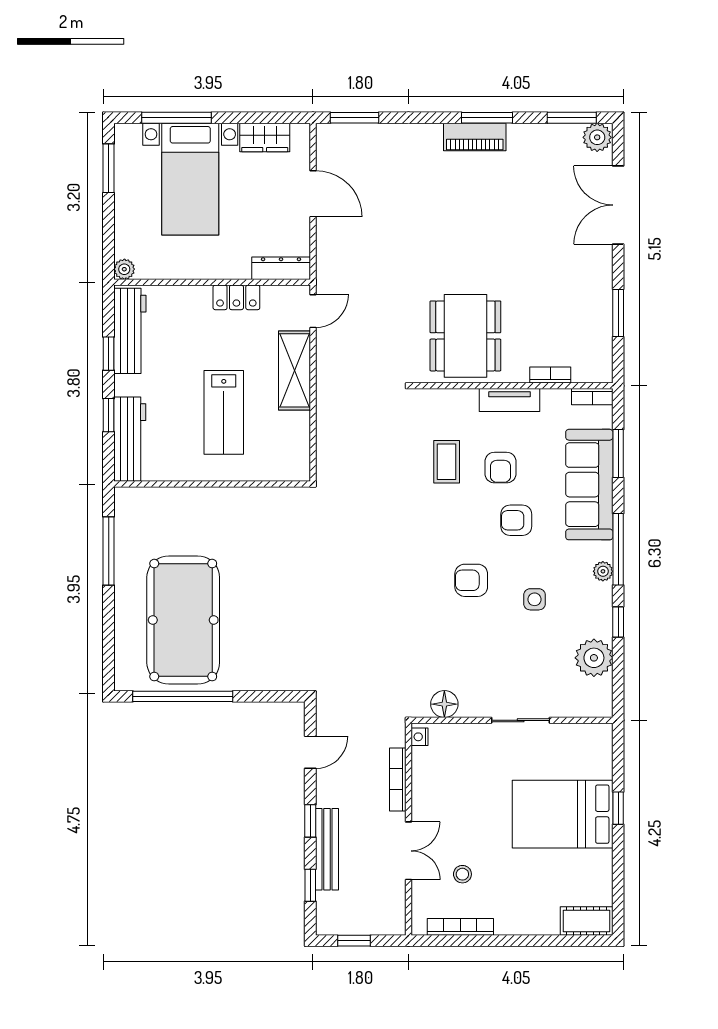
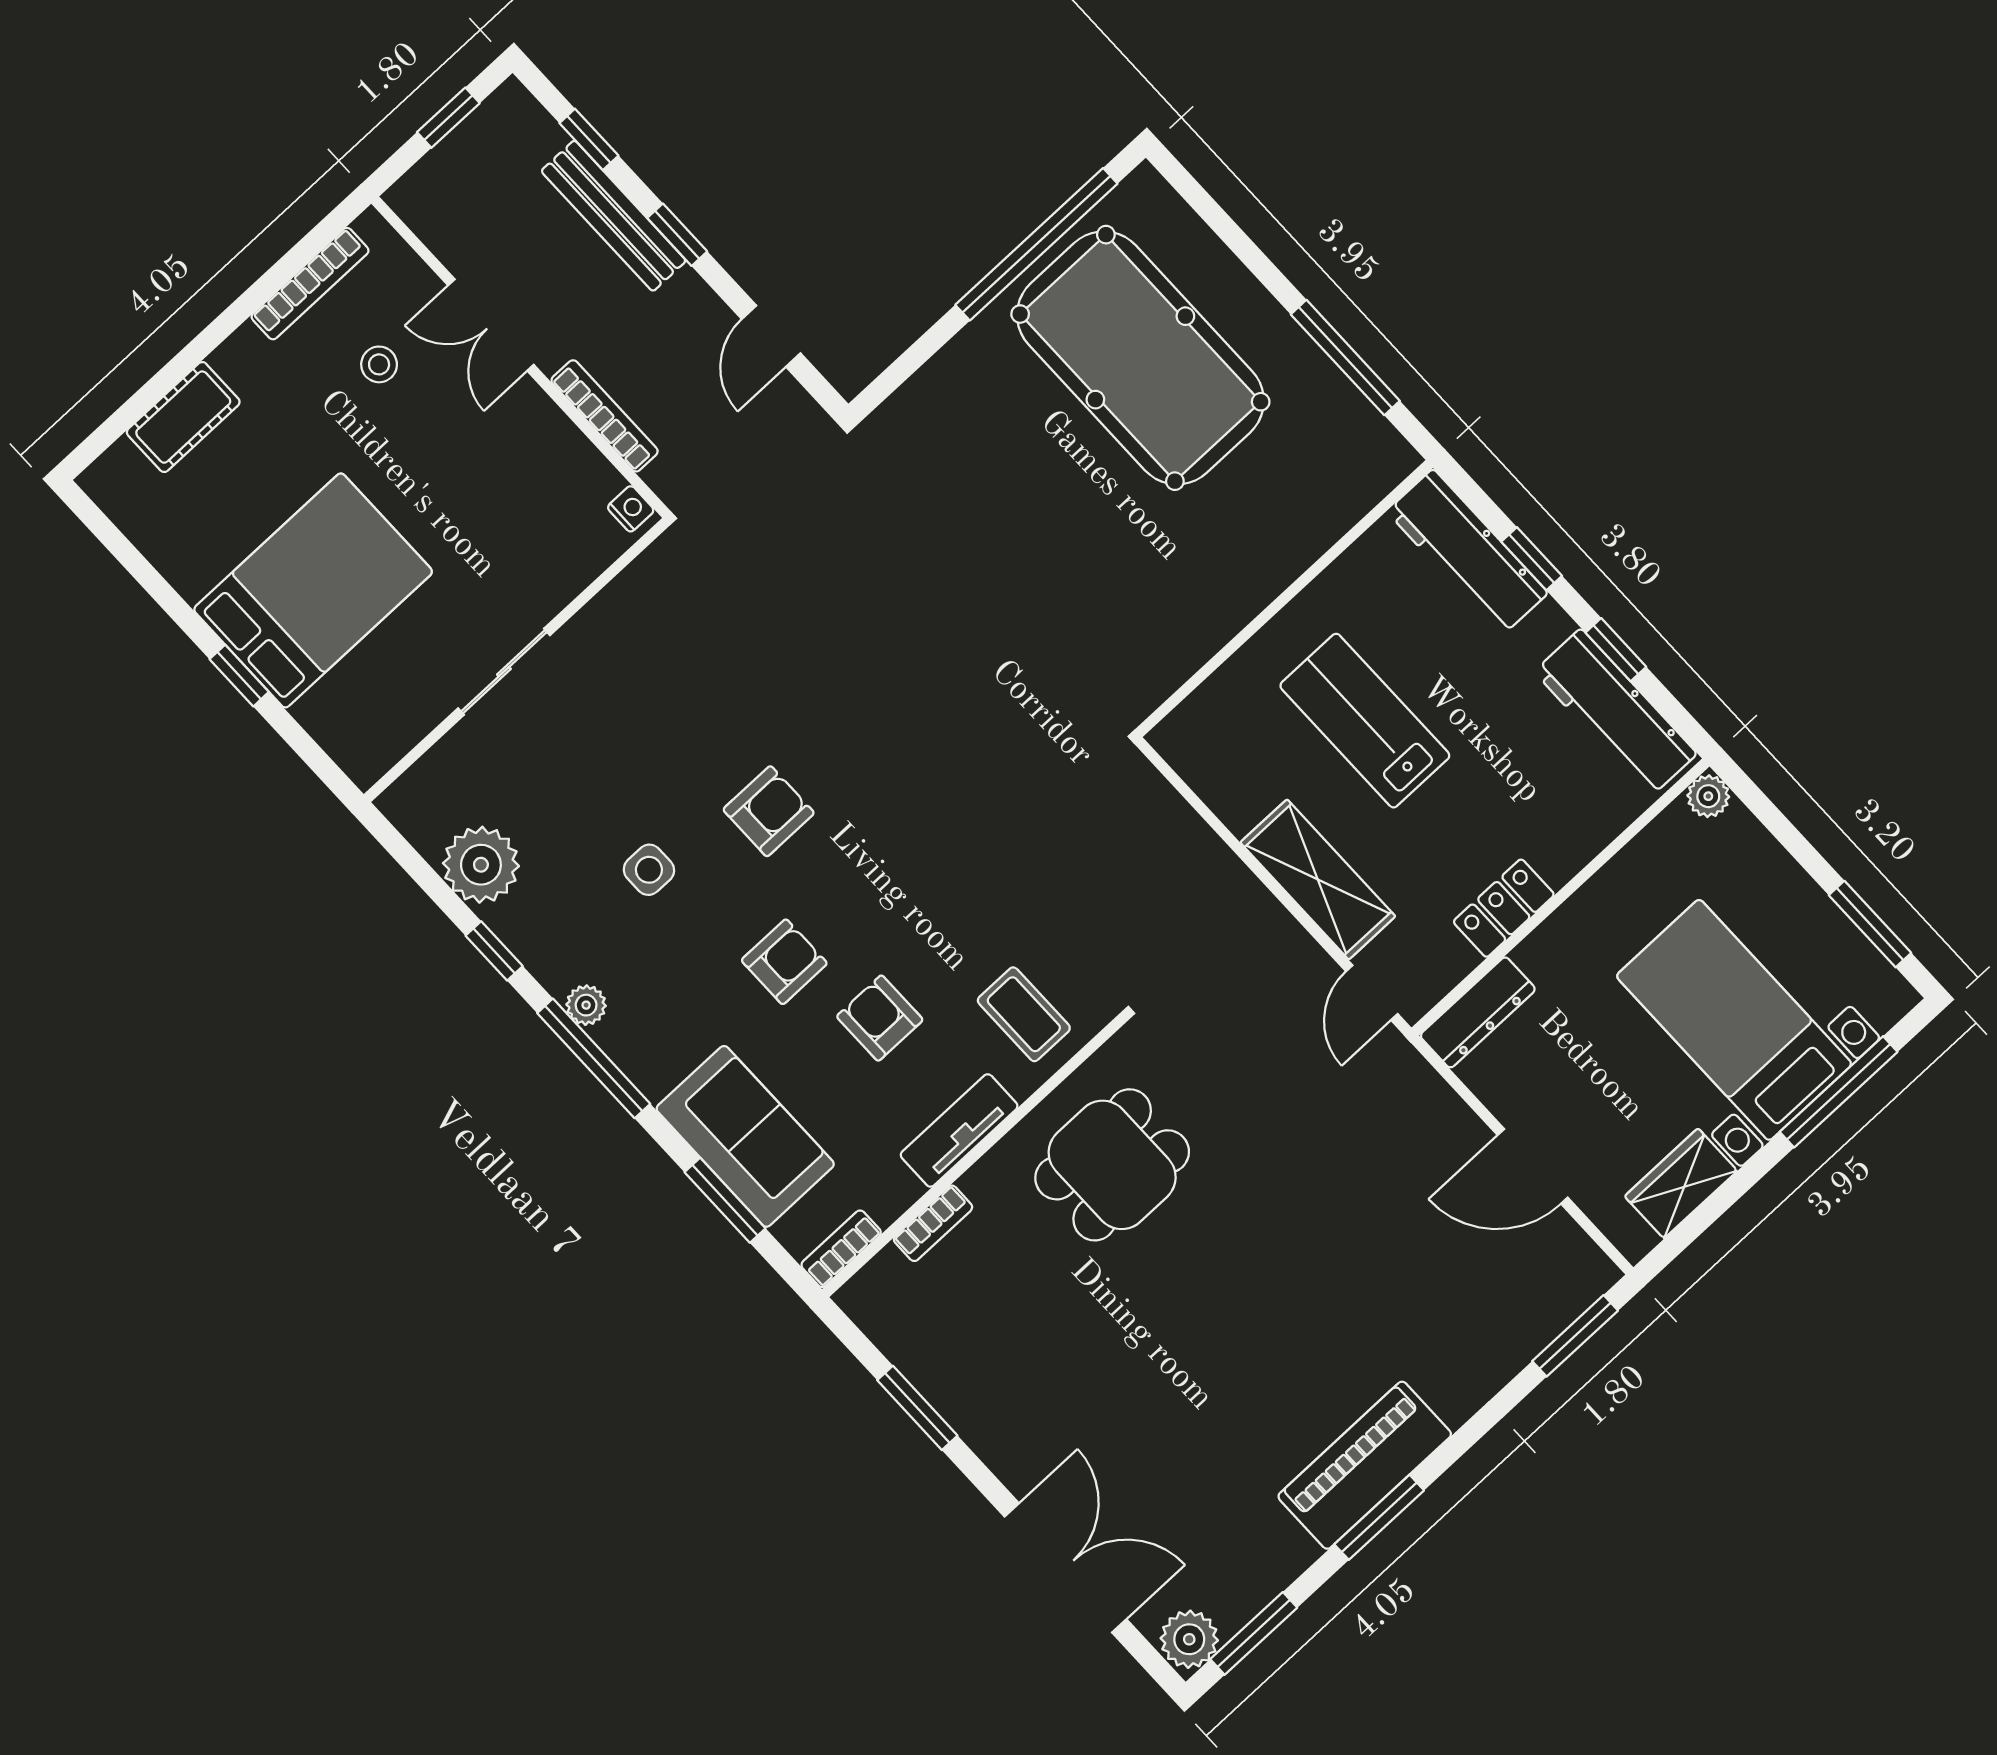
piano: (475, 137) -> (1365, 1465), width x1.37, depth x1.33
dining table: (465, 336) -> (1112, 1165), width x0.73
coffee table: (447, 462) -> (1024, 1014), moved
sofa: (589, 485) -> (745, 1136), width x0.73
floor lamp: (444, 704) -> (639, 591), removed
cot: (587, 921) -> (183, 417), moved

